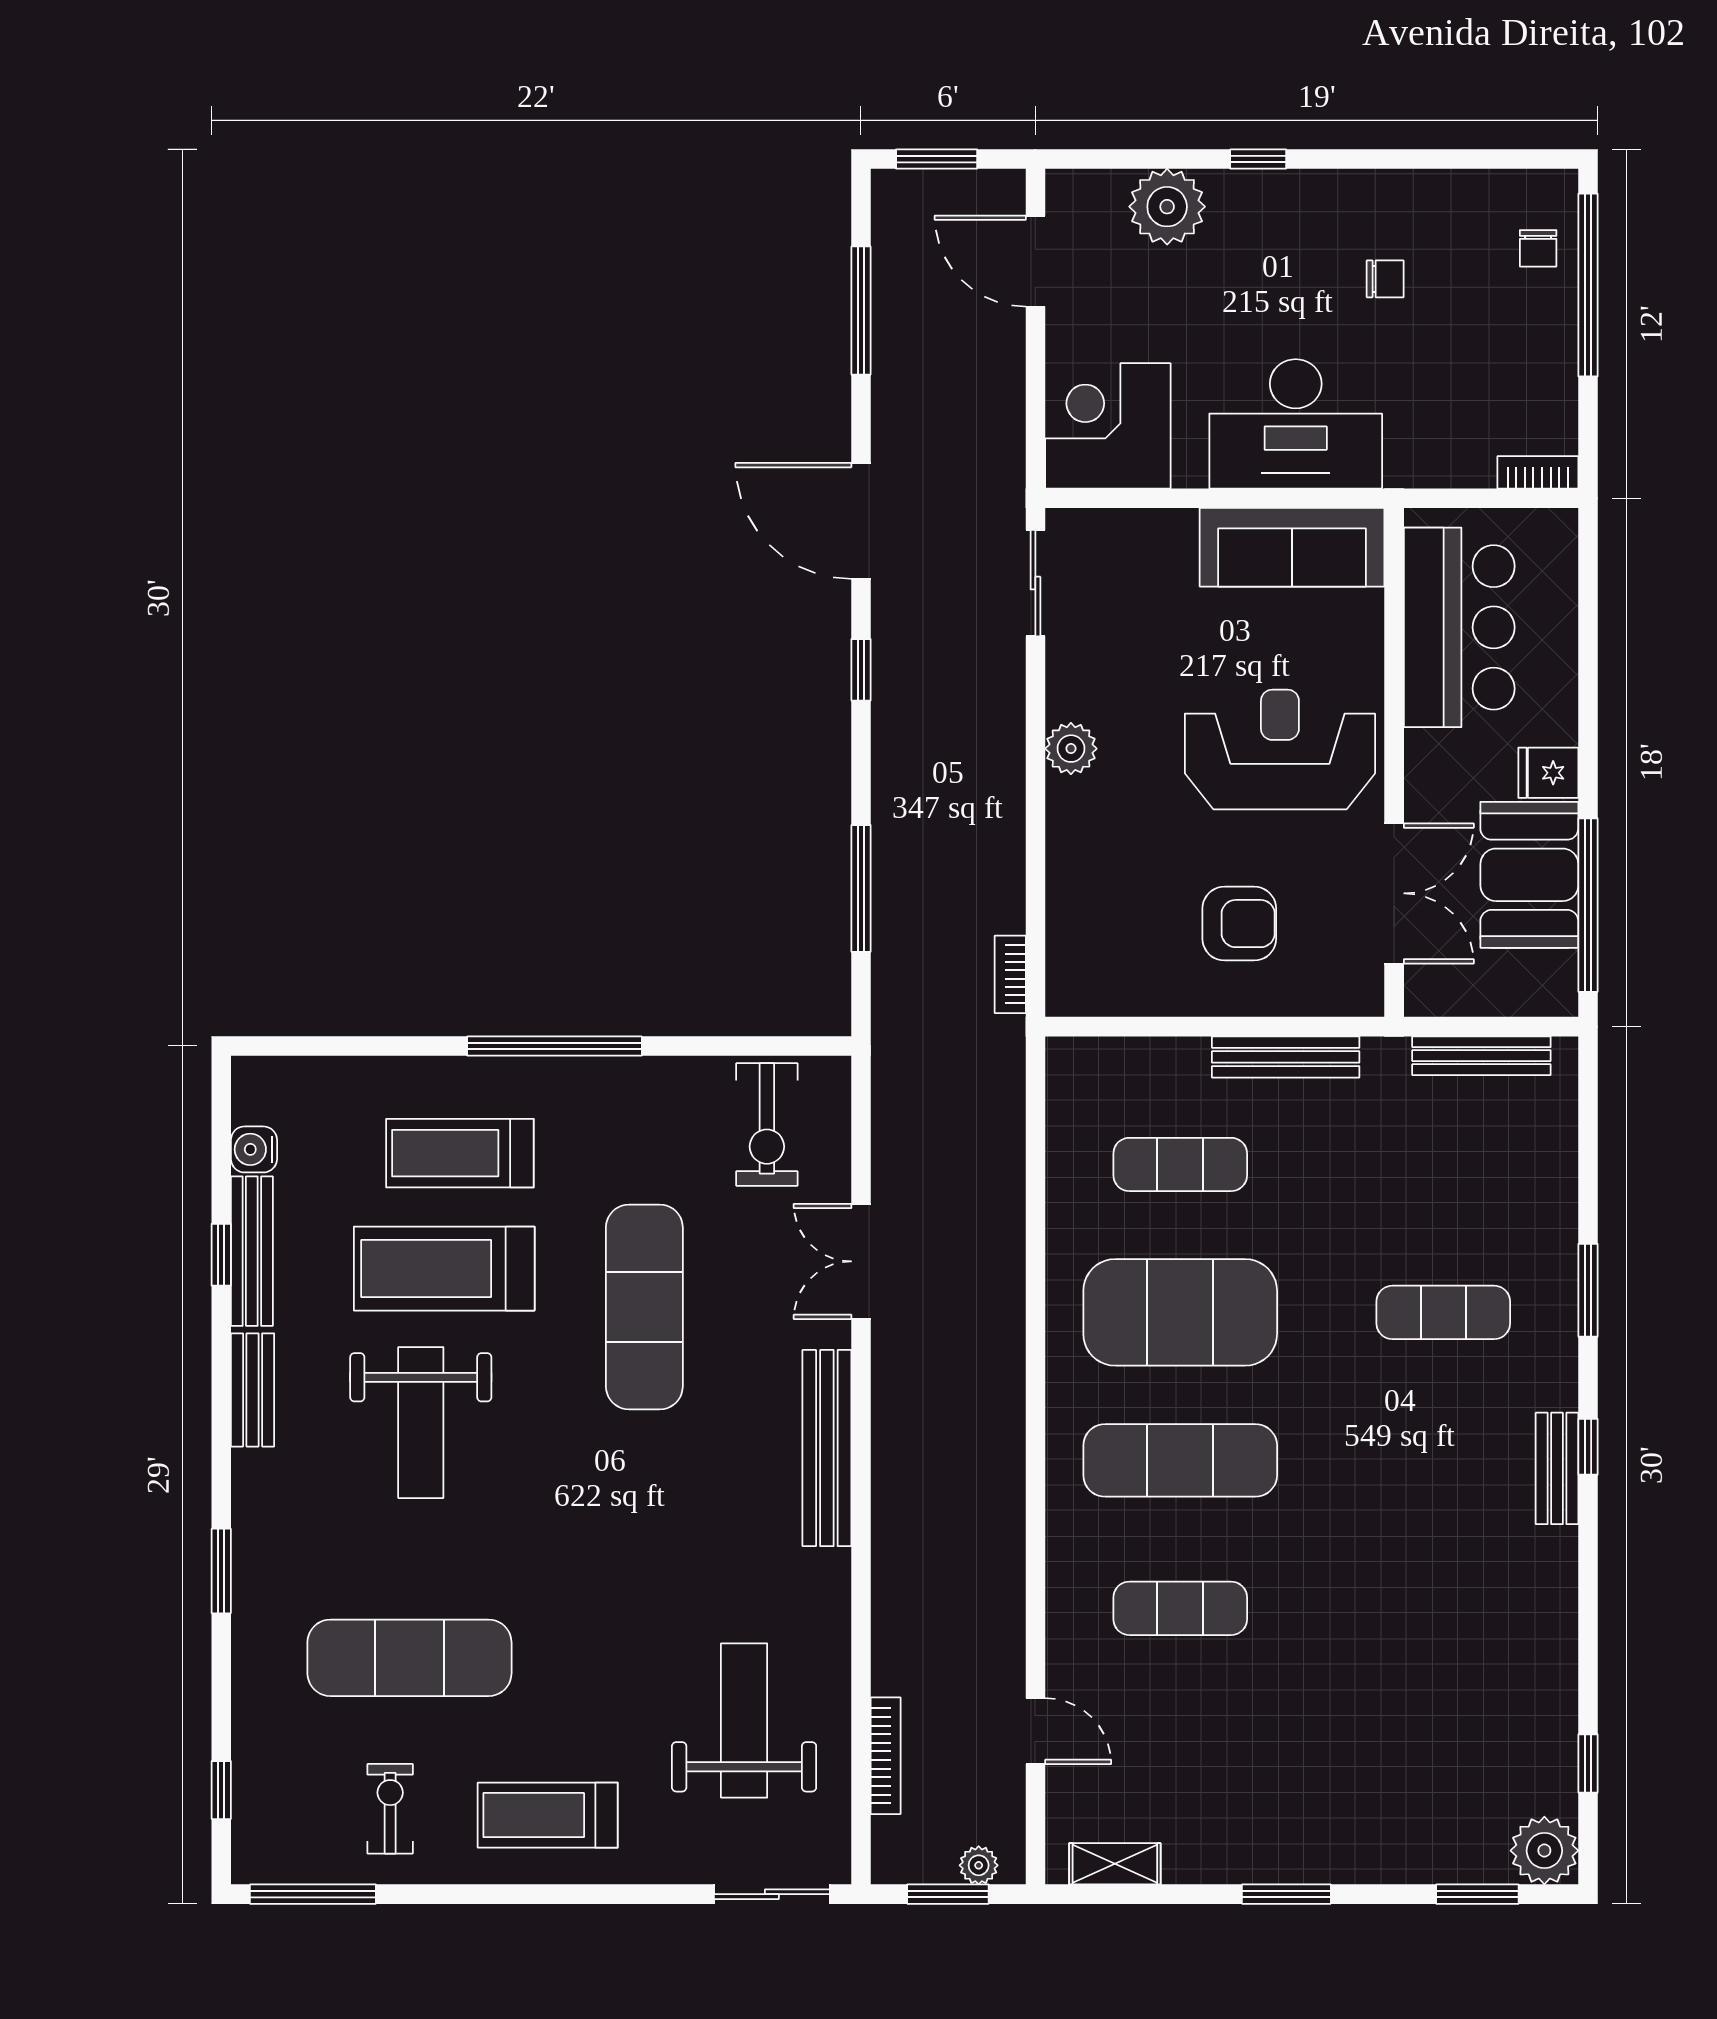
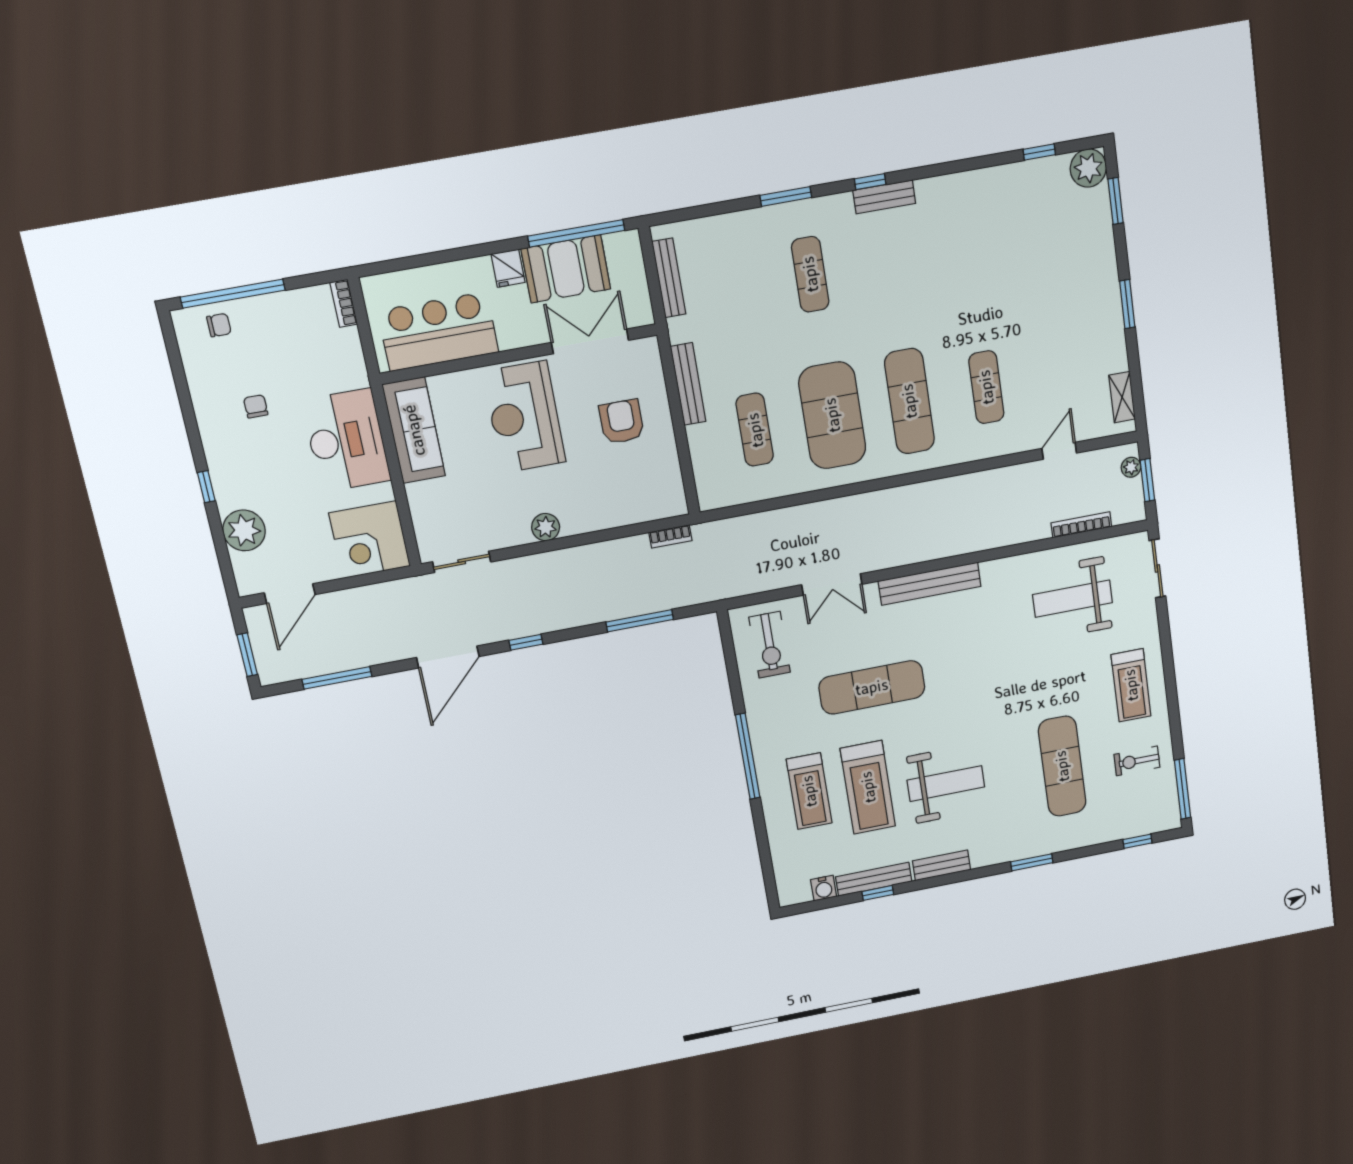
exercise bike: (767, 1125) -> (770, 645), turned 90

